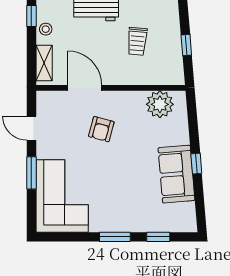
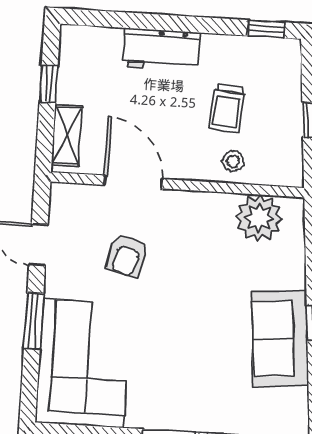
window: (31, 16) -> (49, 84), moved
stool: (46, 29) -> (233, 161), moved
armchair: (101, 129) -> (127, 256), moved

